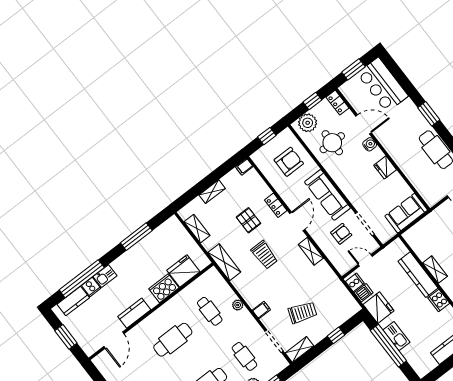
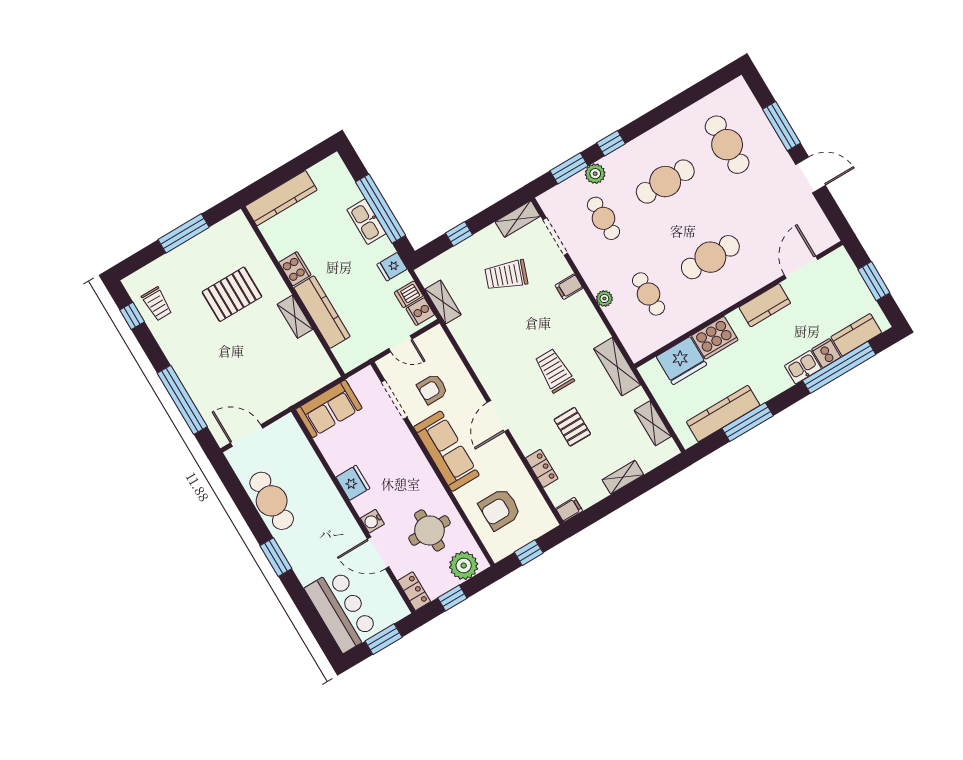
locker: (276, 205) -> (542, 468), moved
kitchen counter: (153, 240) -> (723, 414), added
shelving: (311, 251) -> (443, 302), moved
fridge: (379, 308) -> (392, 267), width x0.53, depth x0.75

